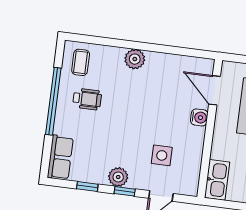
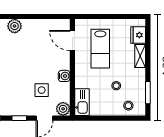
water cooler: (199, 117) -> (64, 76), moved
plant: (118, 177) -> (63, 109), moved

